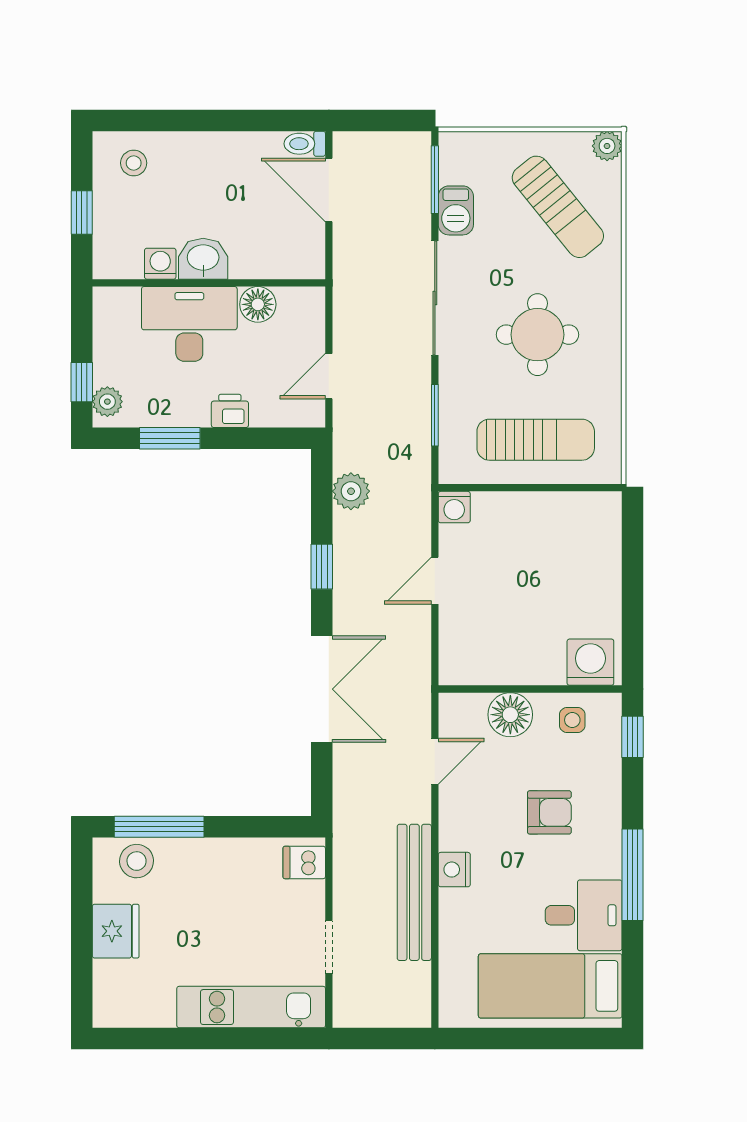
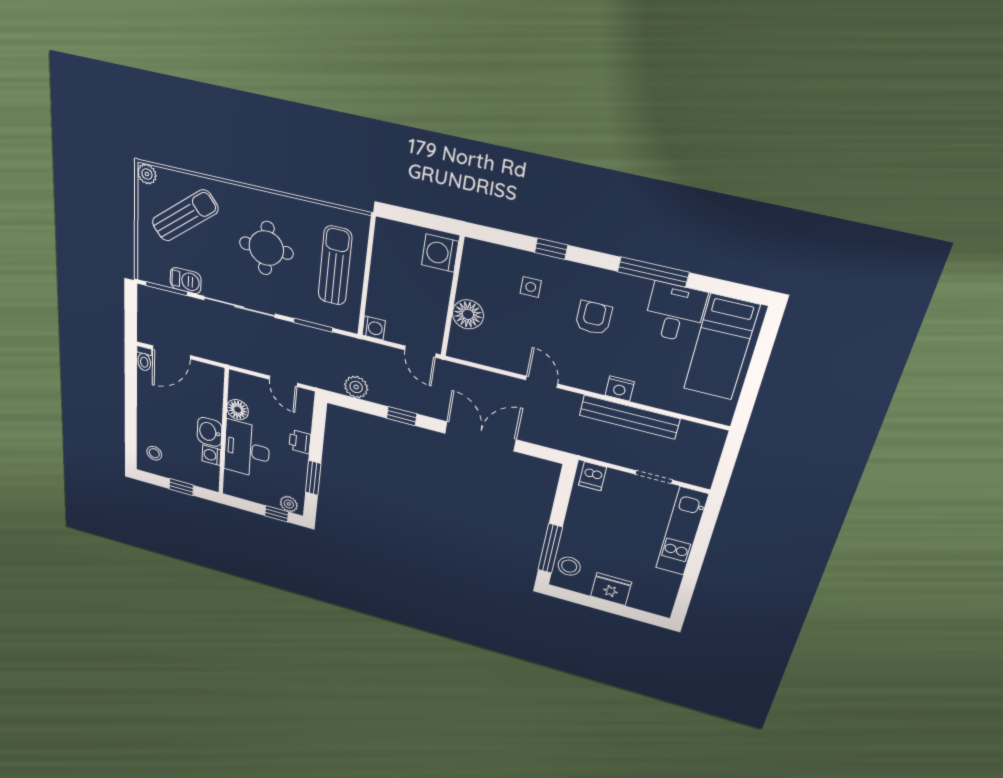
washing machine: (590, 662) -> (440, 253), moved
wall: (530, 689) -> (452, 297), moved
floor lamp: (510, 715) -> (468, 314), moved

